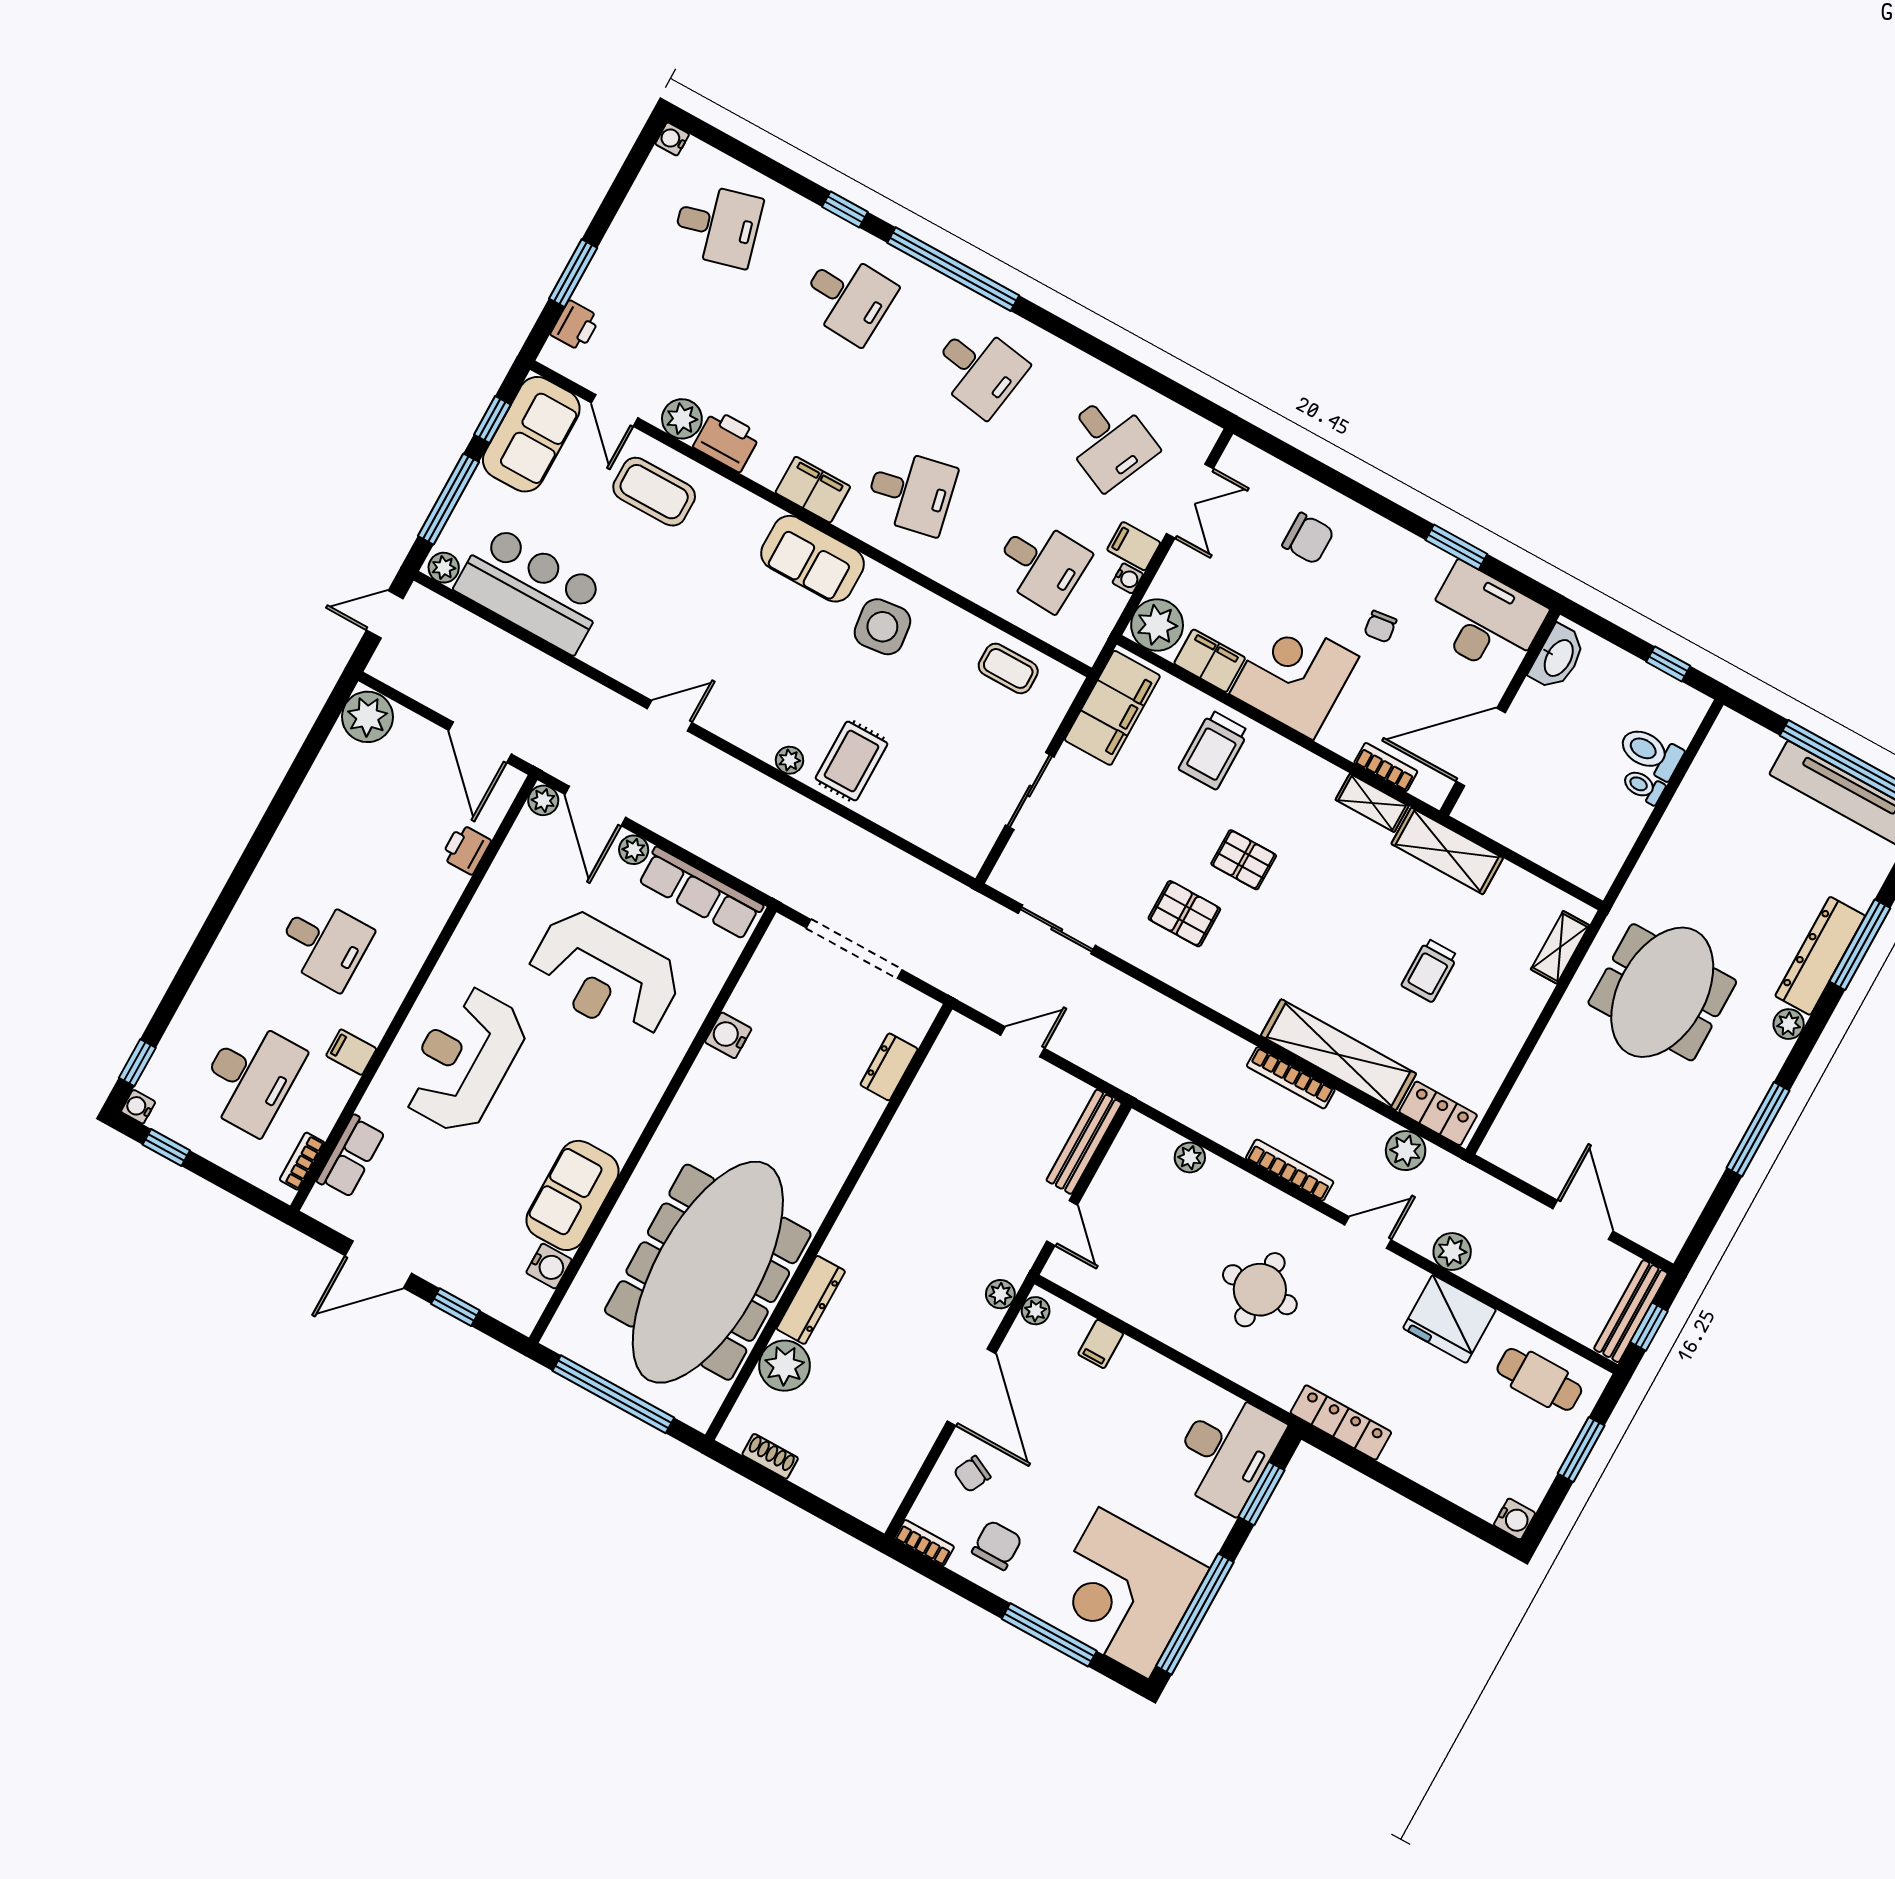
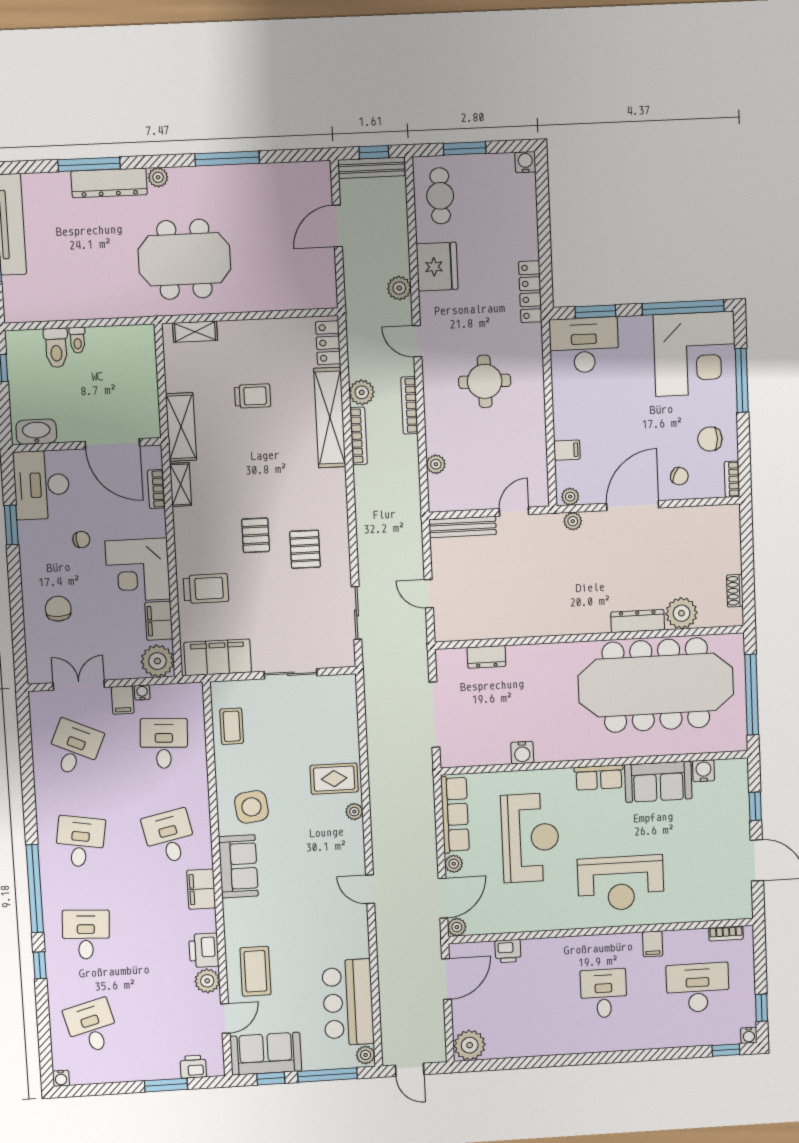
plant: (1406, 1151) -> (362, 392), moved
row of seats: (351, 1156) -> (599, 778), moved, turned 180

